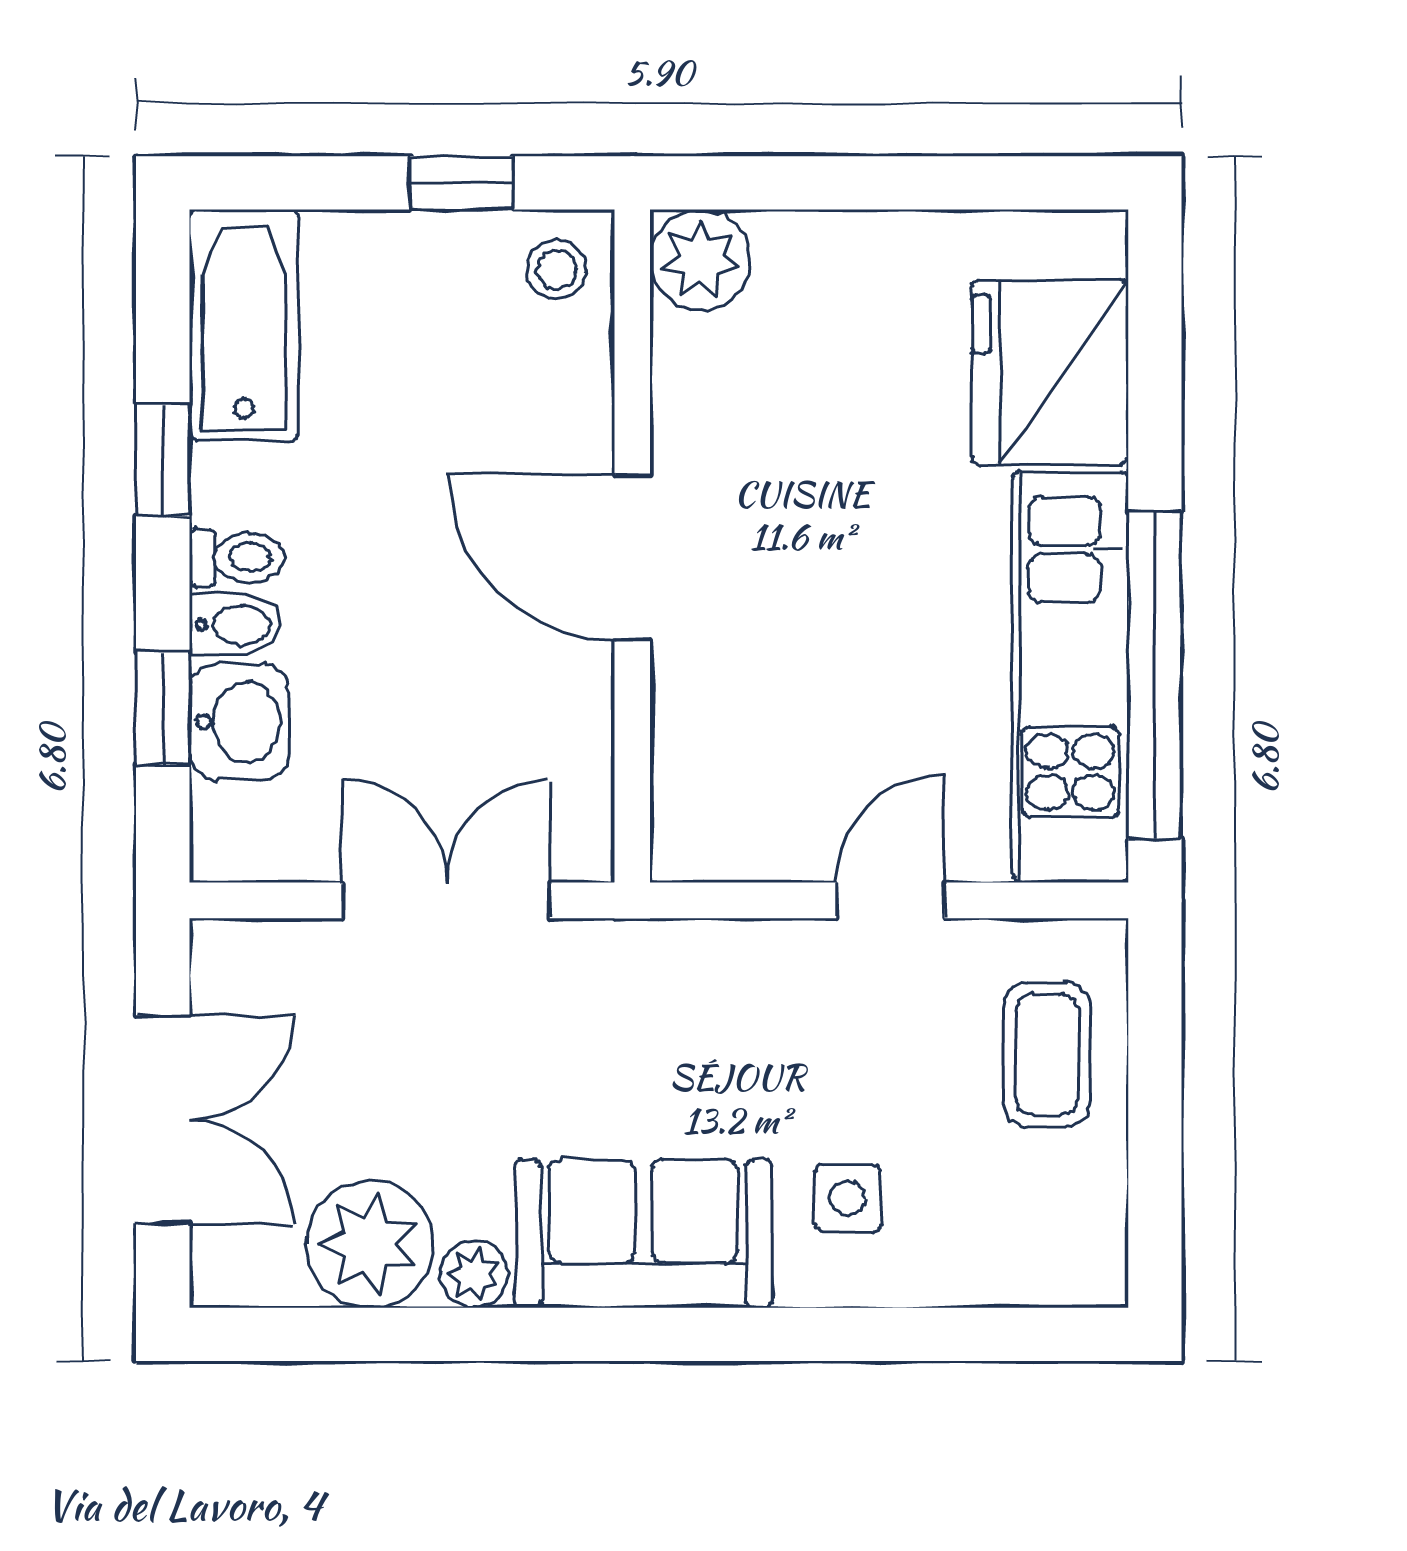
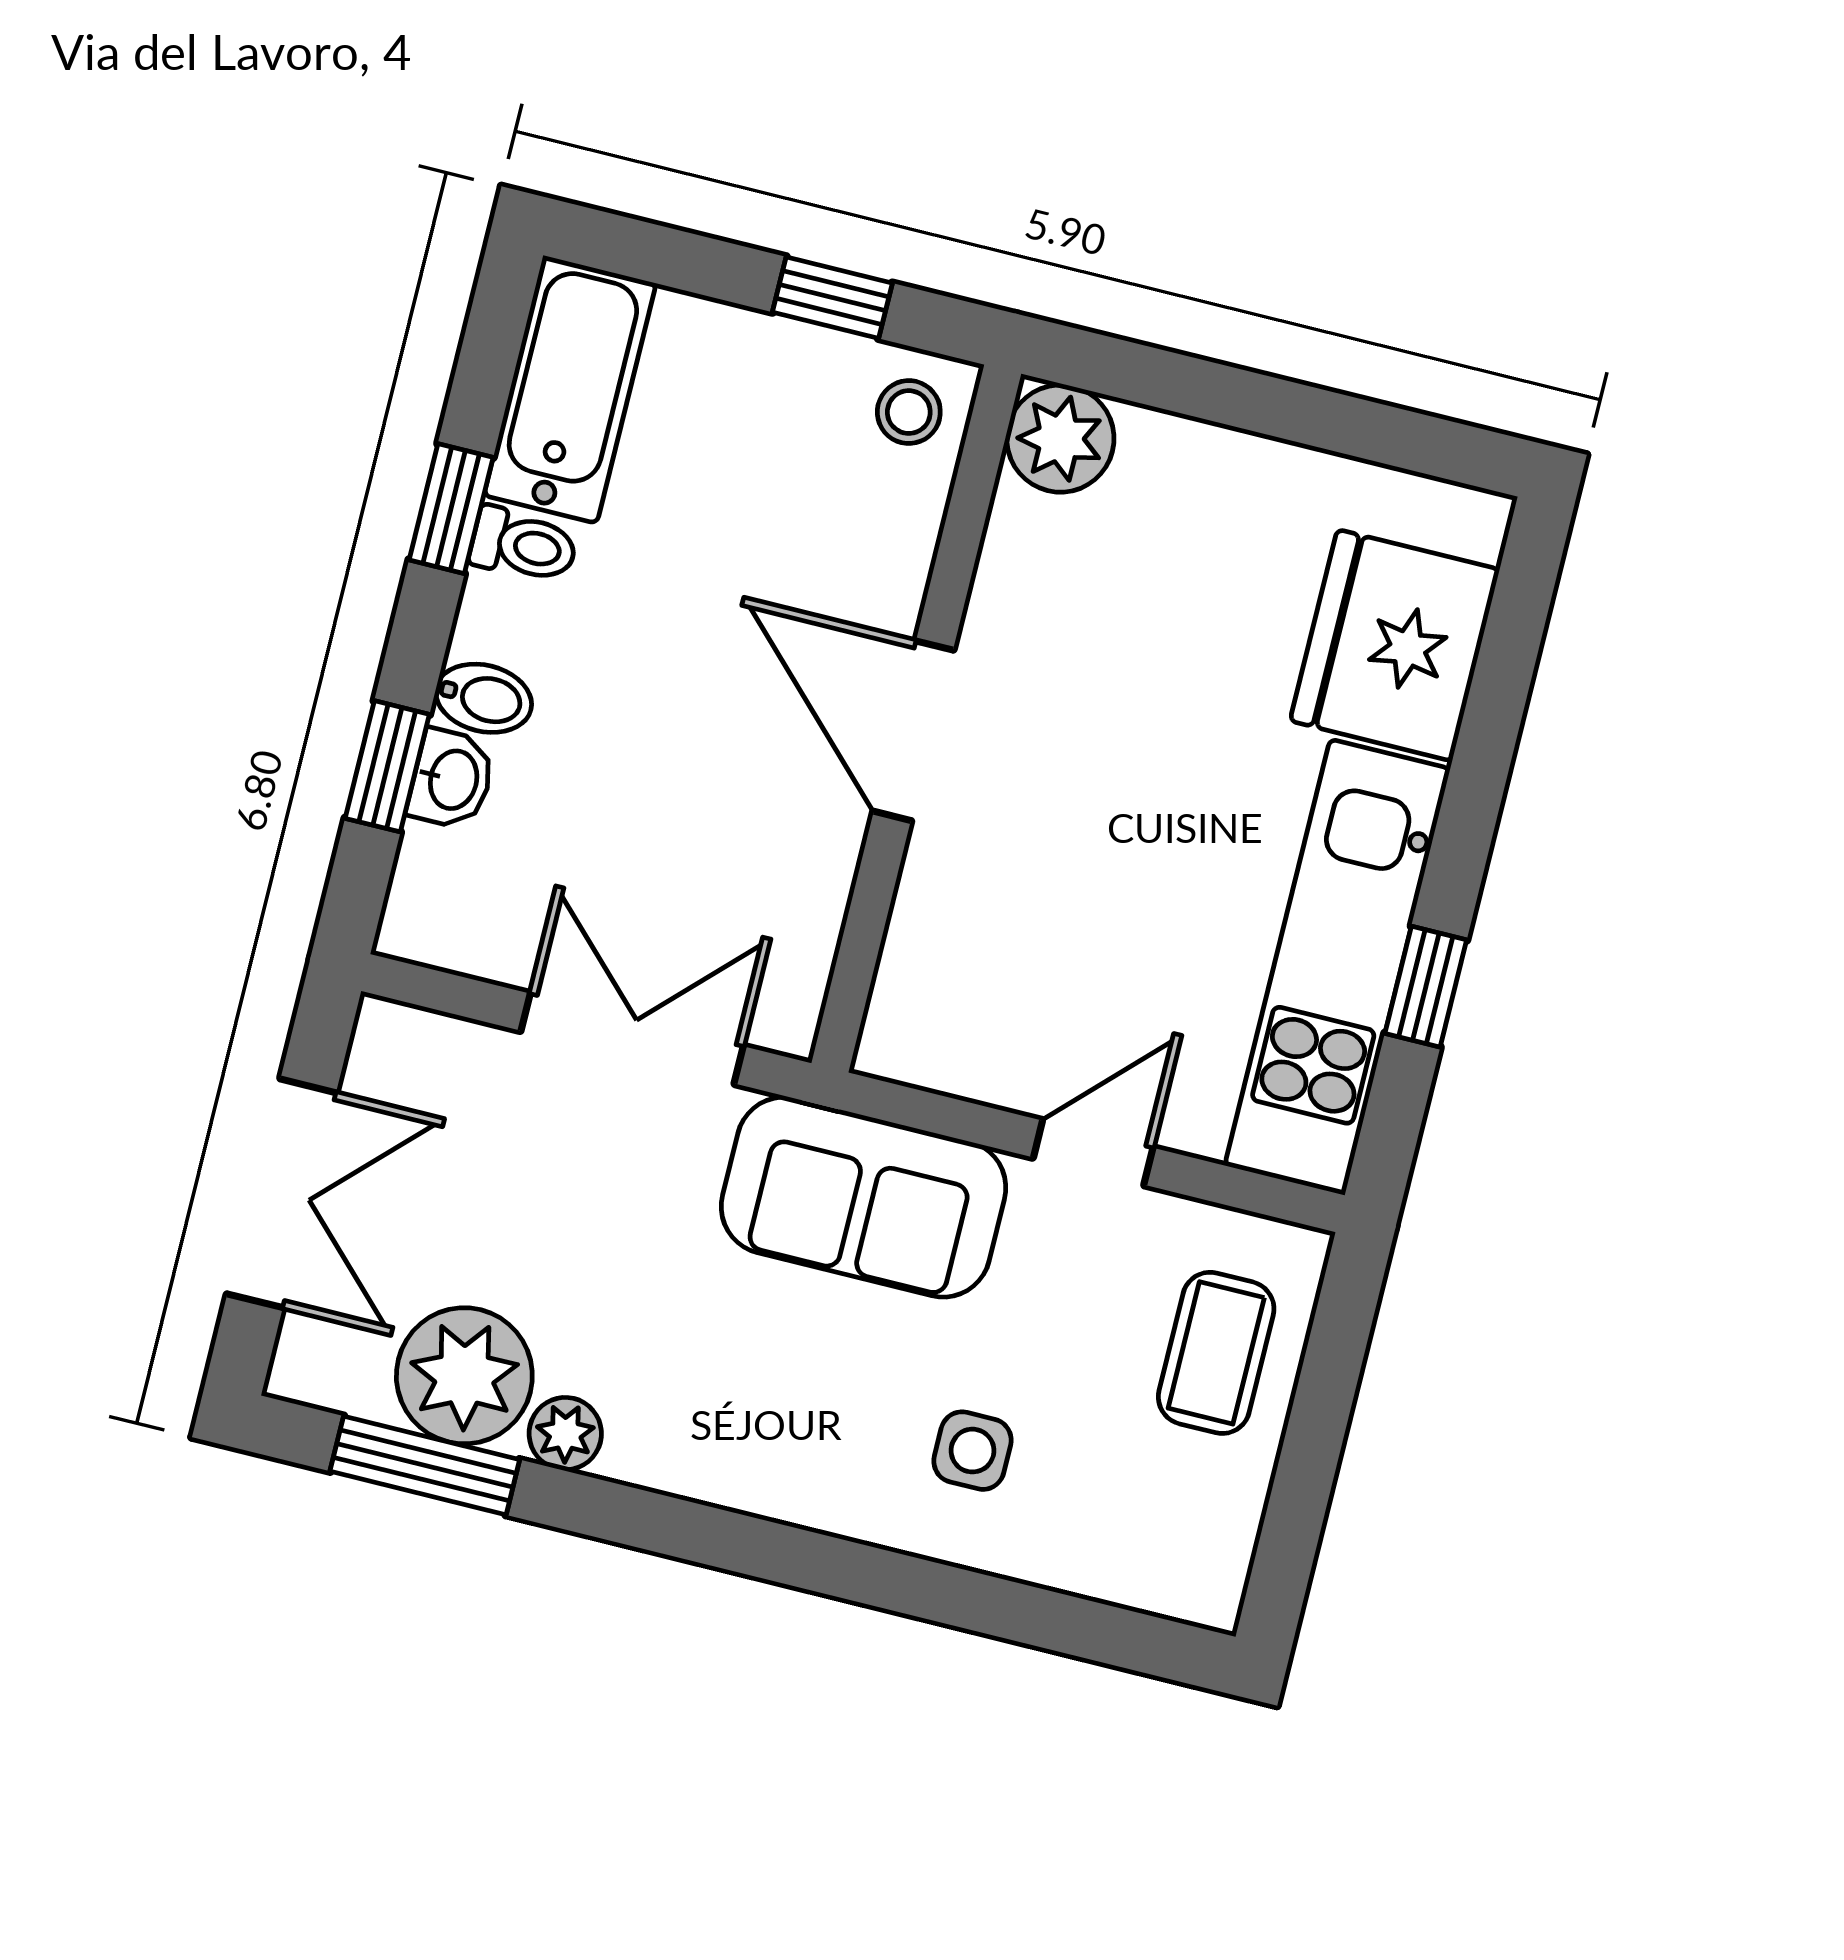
toilet: (237, 558) -> (524, 545), moved
window: (1155, 675) -> (1426, 987), width x0.32
washbasin: (239, 722) -> (451, 779), width x0.72, depth x0.69
sofa: (644, 1234) -> (864, 1197), moved, turned 180
window: (354, 1334) -> (425, 1465), added

